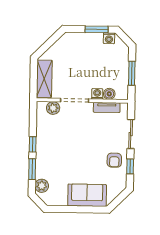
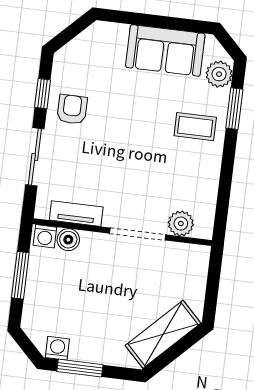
shelving: (44, 79) -> (163, 334), moved, turned 45
washing machine: (97, 94) -> (45, 236), moved
window: (33, 144) -> (228, 157), removed
coffee table: (51, 158) -> (195, 127), added
sofa: (87, 195) -> (165, 50), moved

